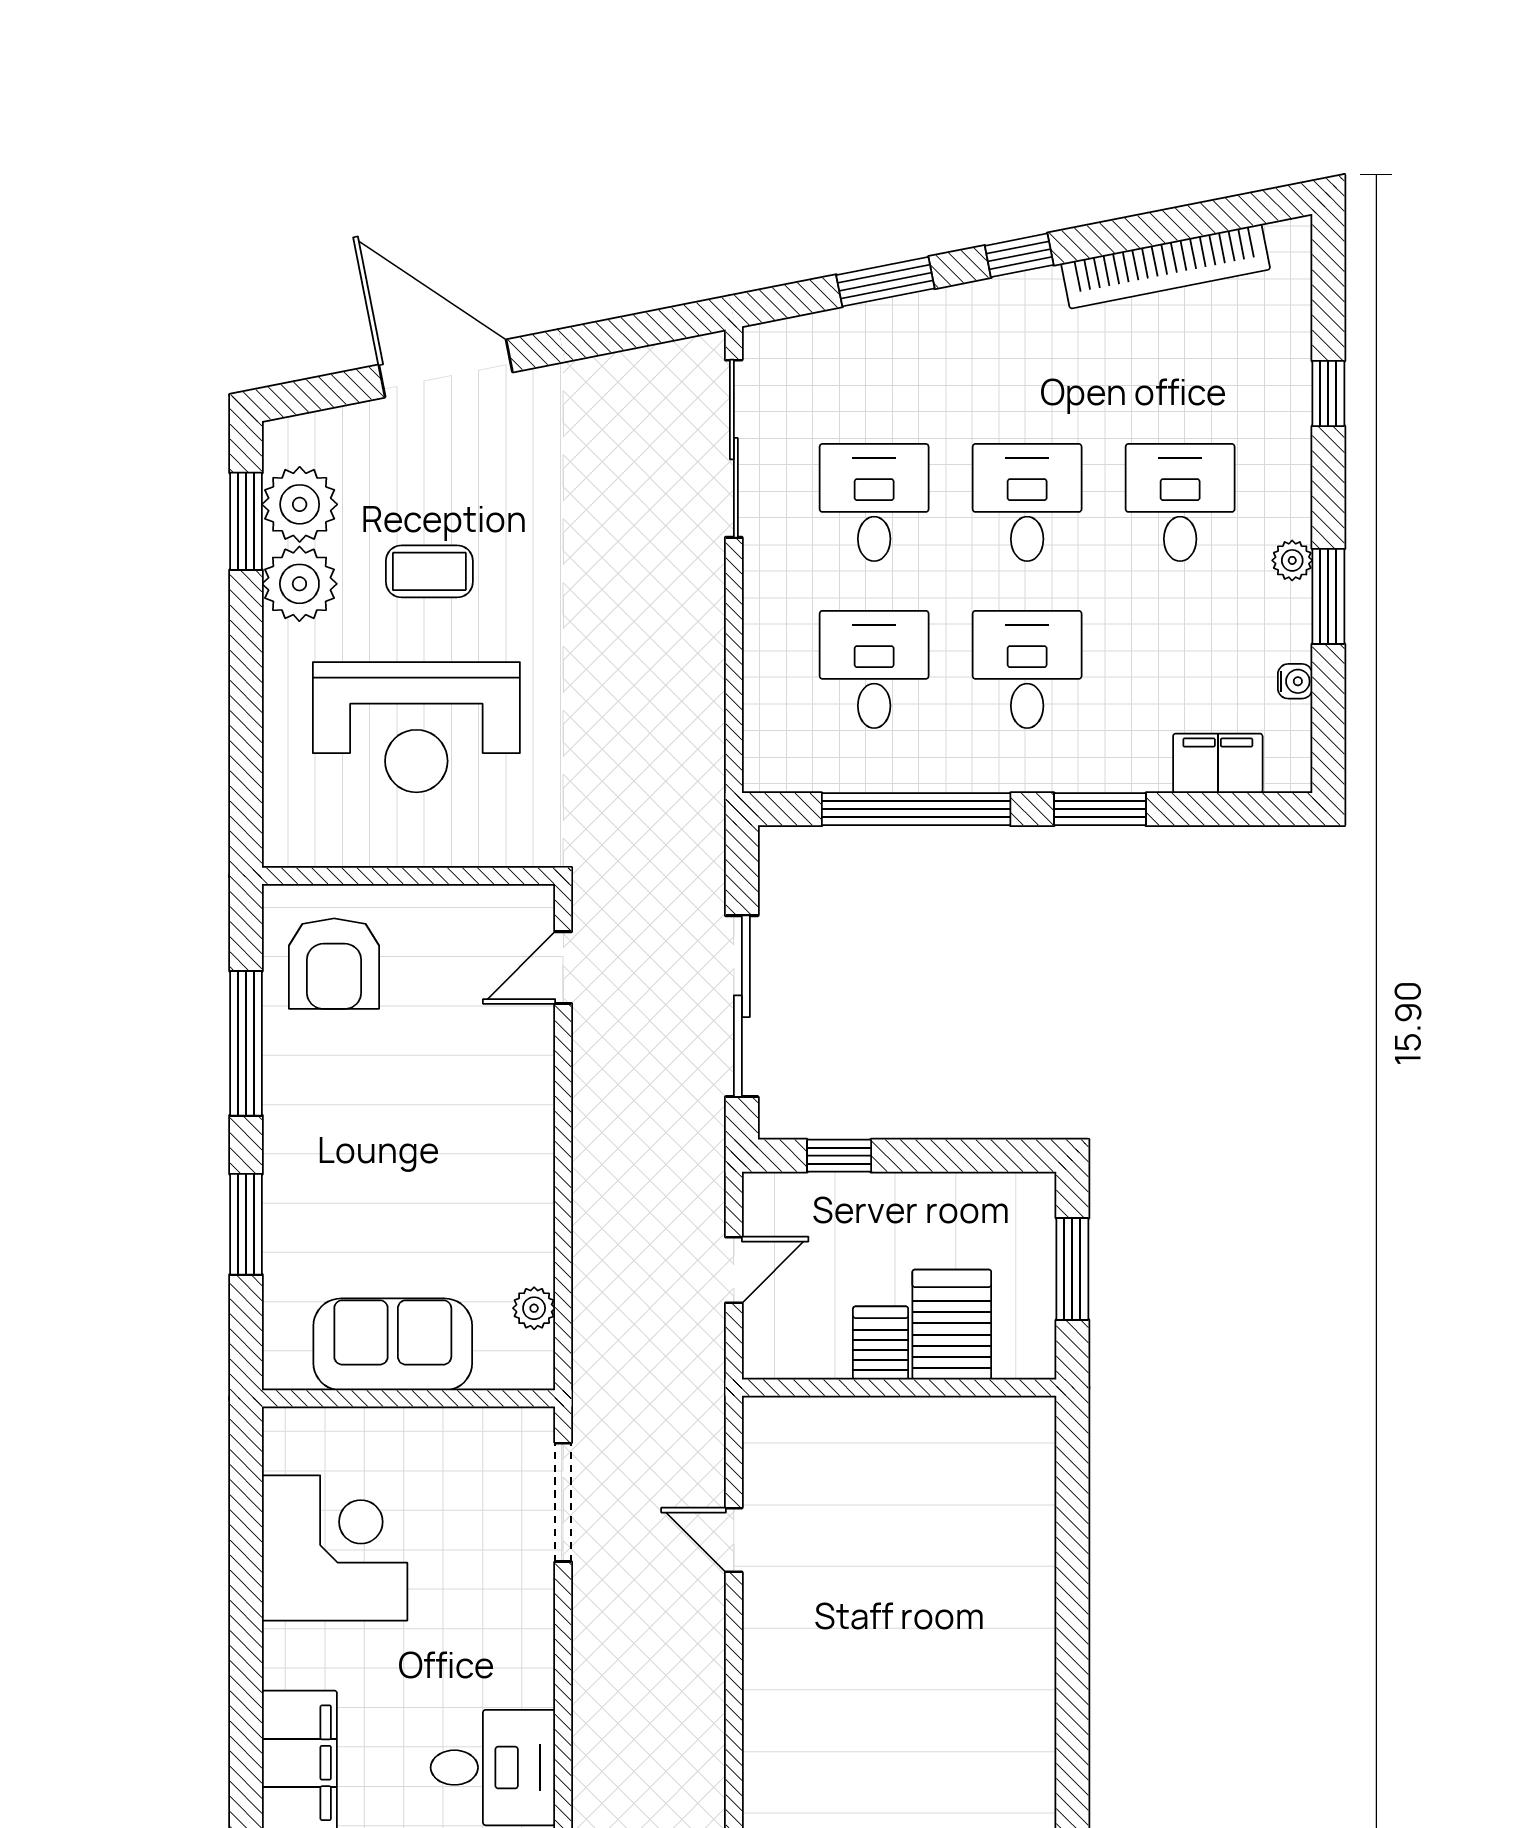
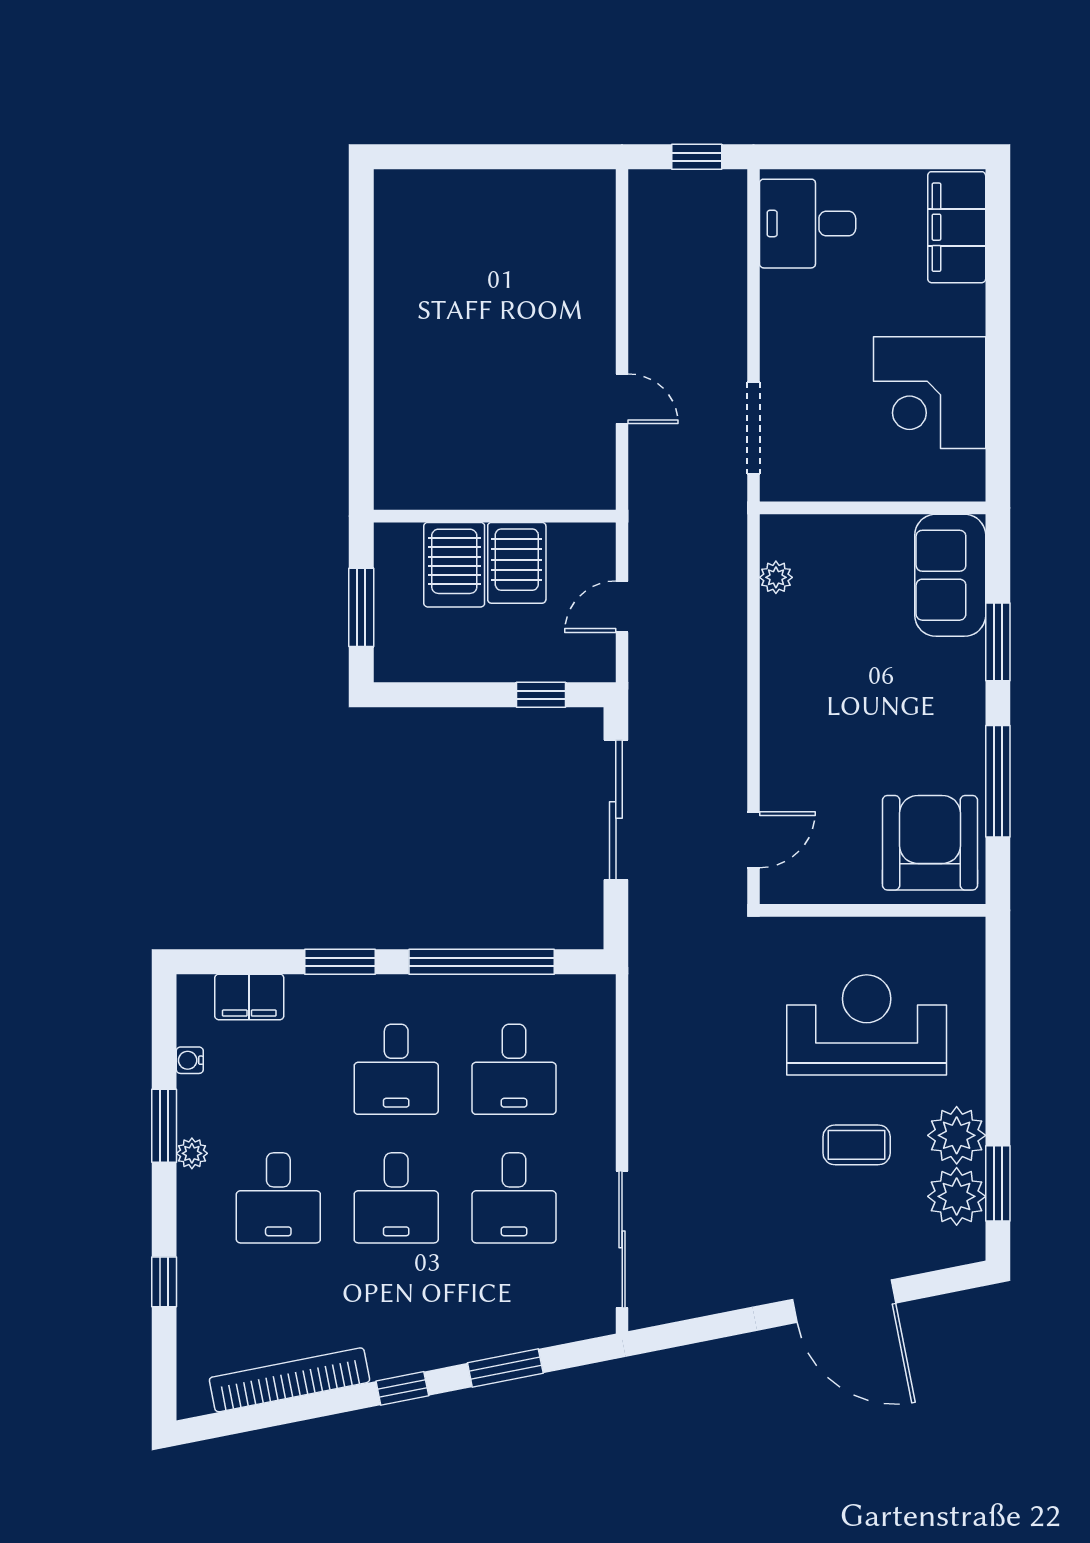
armchair: (334, 964) -> (930, 843), width x1.36, depth x1.36
server rack: (881, 1343) -> (517, 563), width x1.36, depth x1.44
sofa: (393, 1344) -> (950, 575), moved, turned 90

